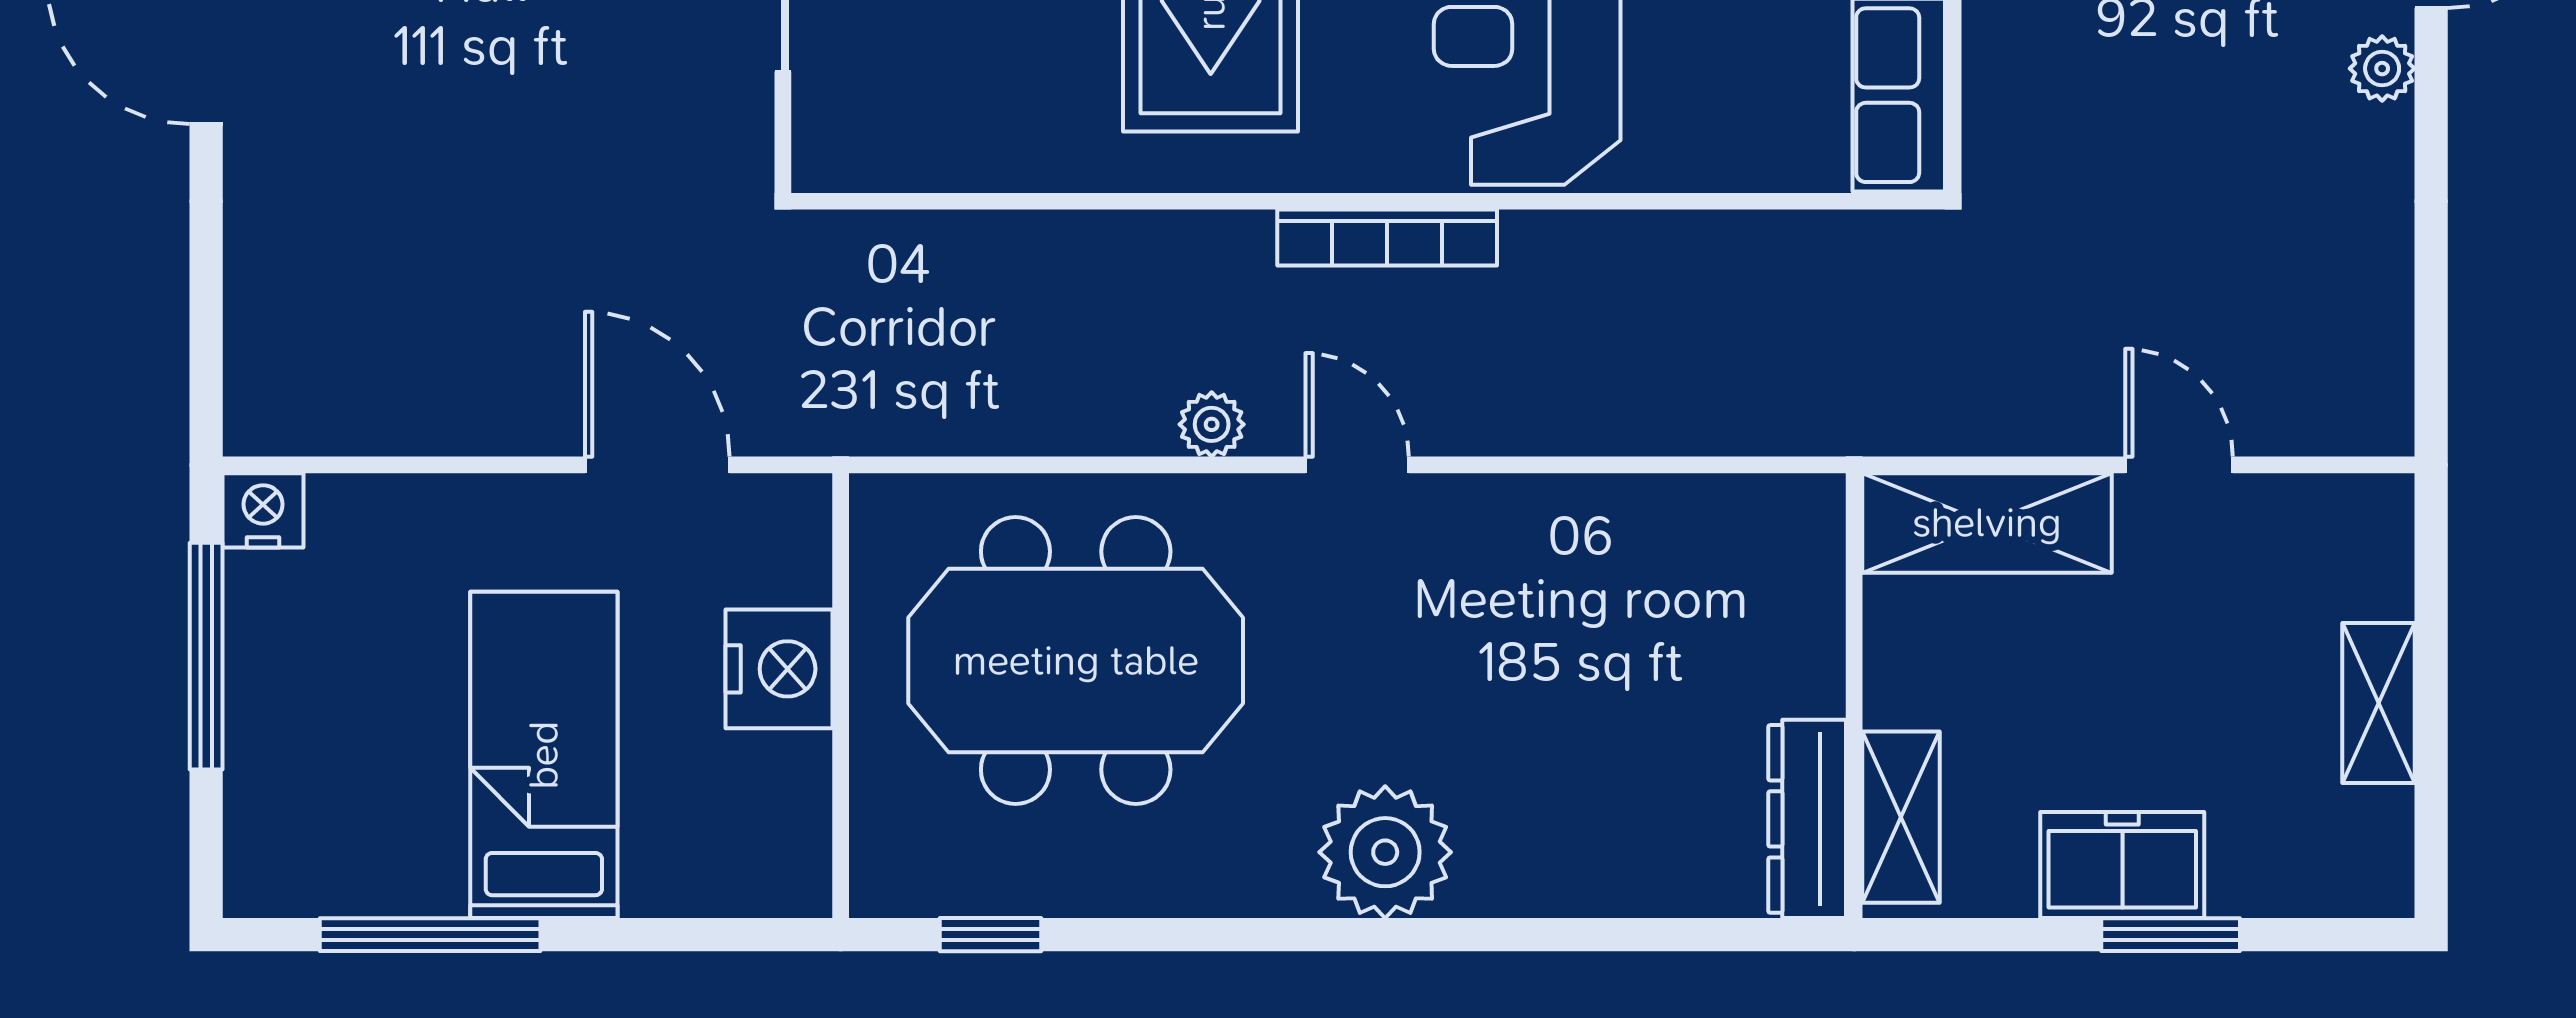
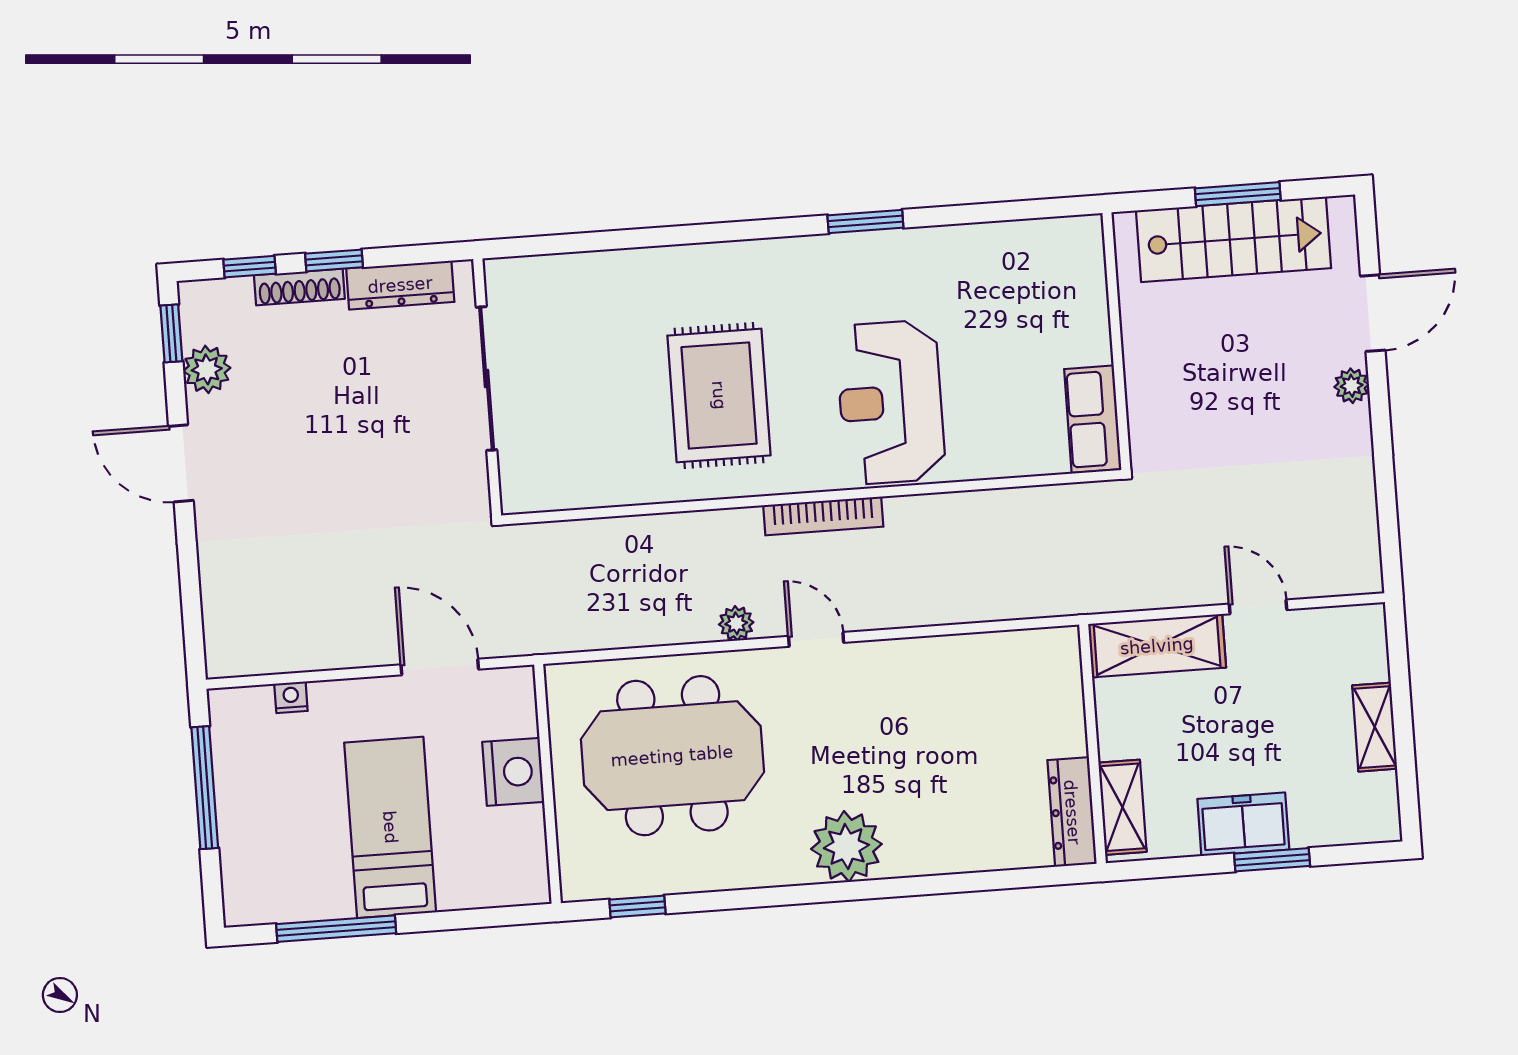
nightstand: (263, 510) -> (291, 697), moved, width x0.72, depth x0.74

